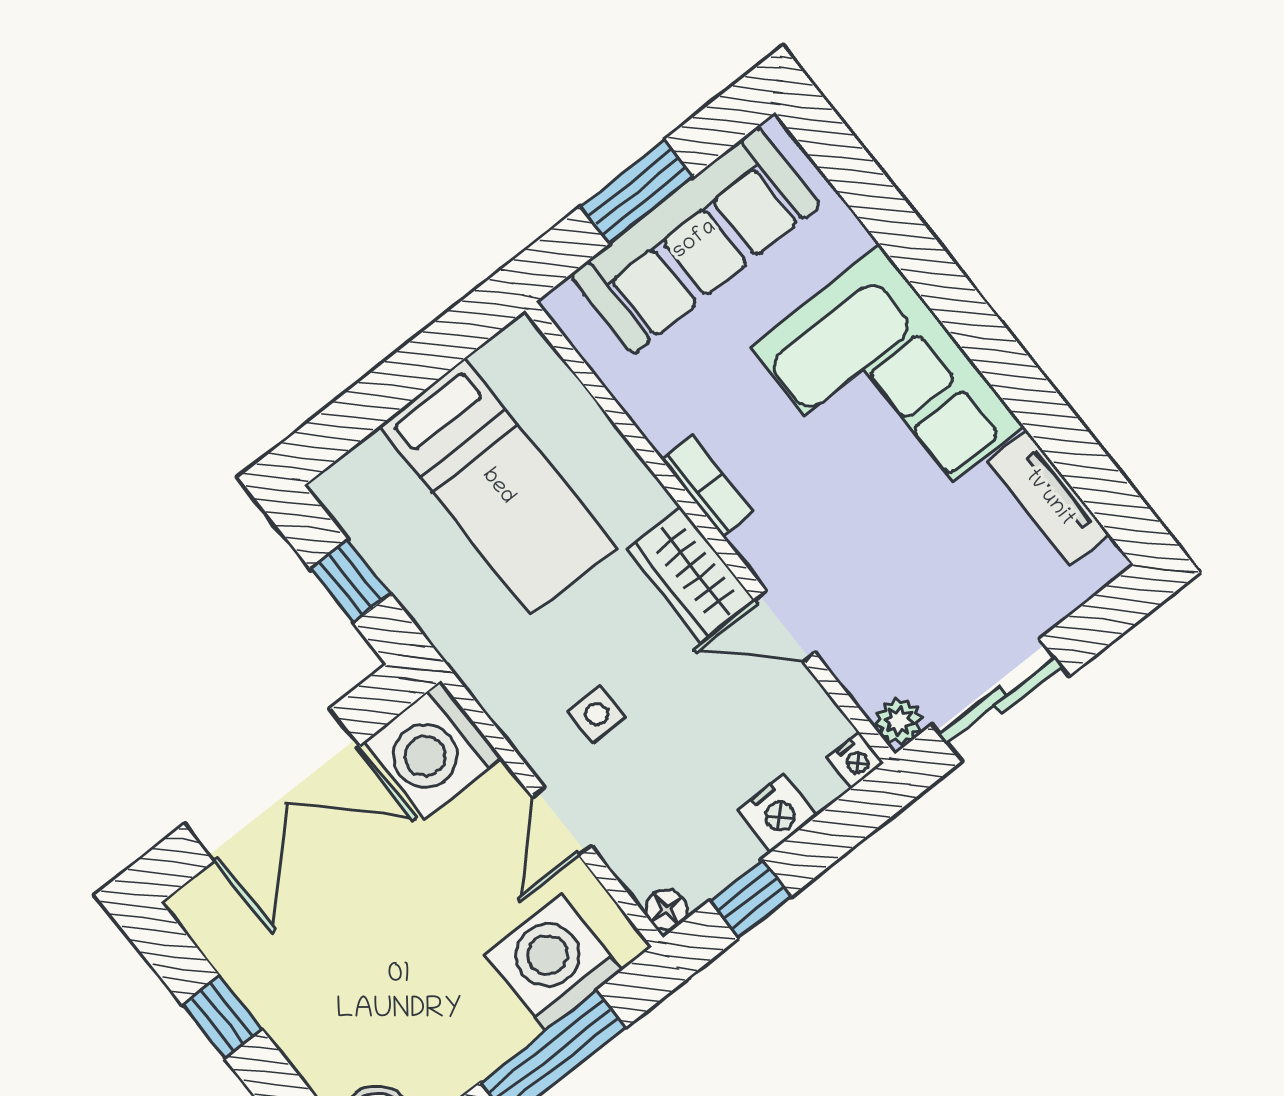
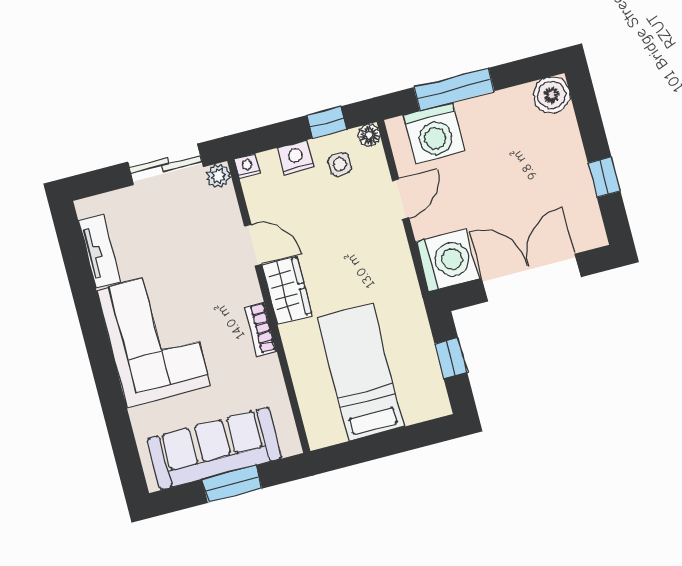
side table: (597, 714) -> (340, 164), moved

